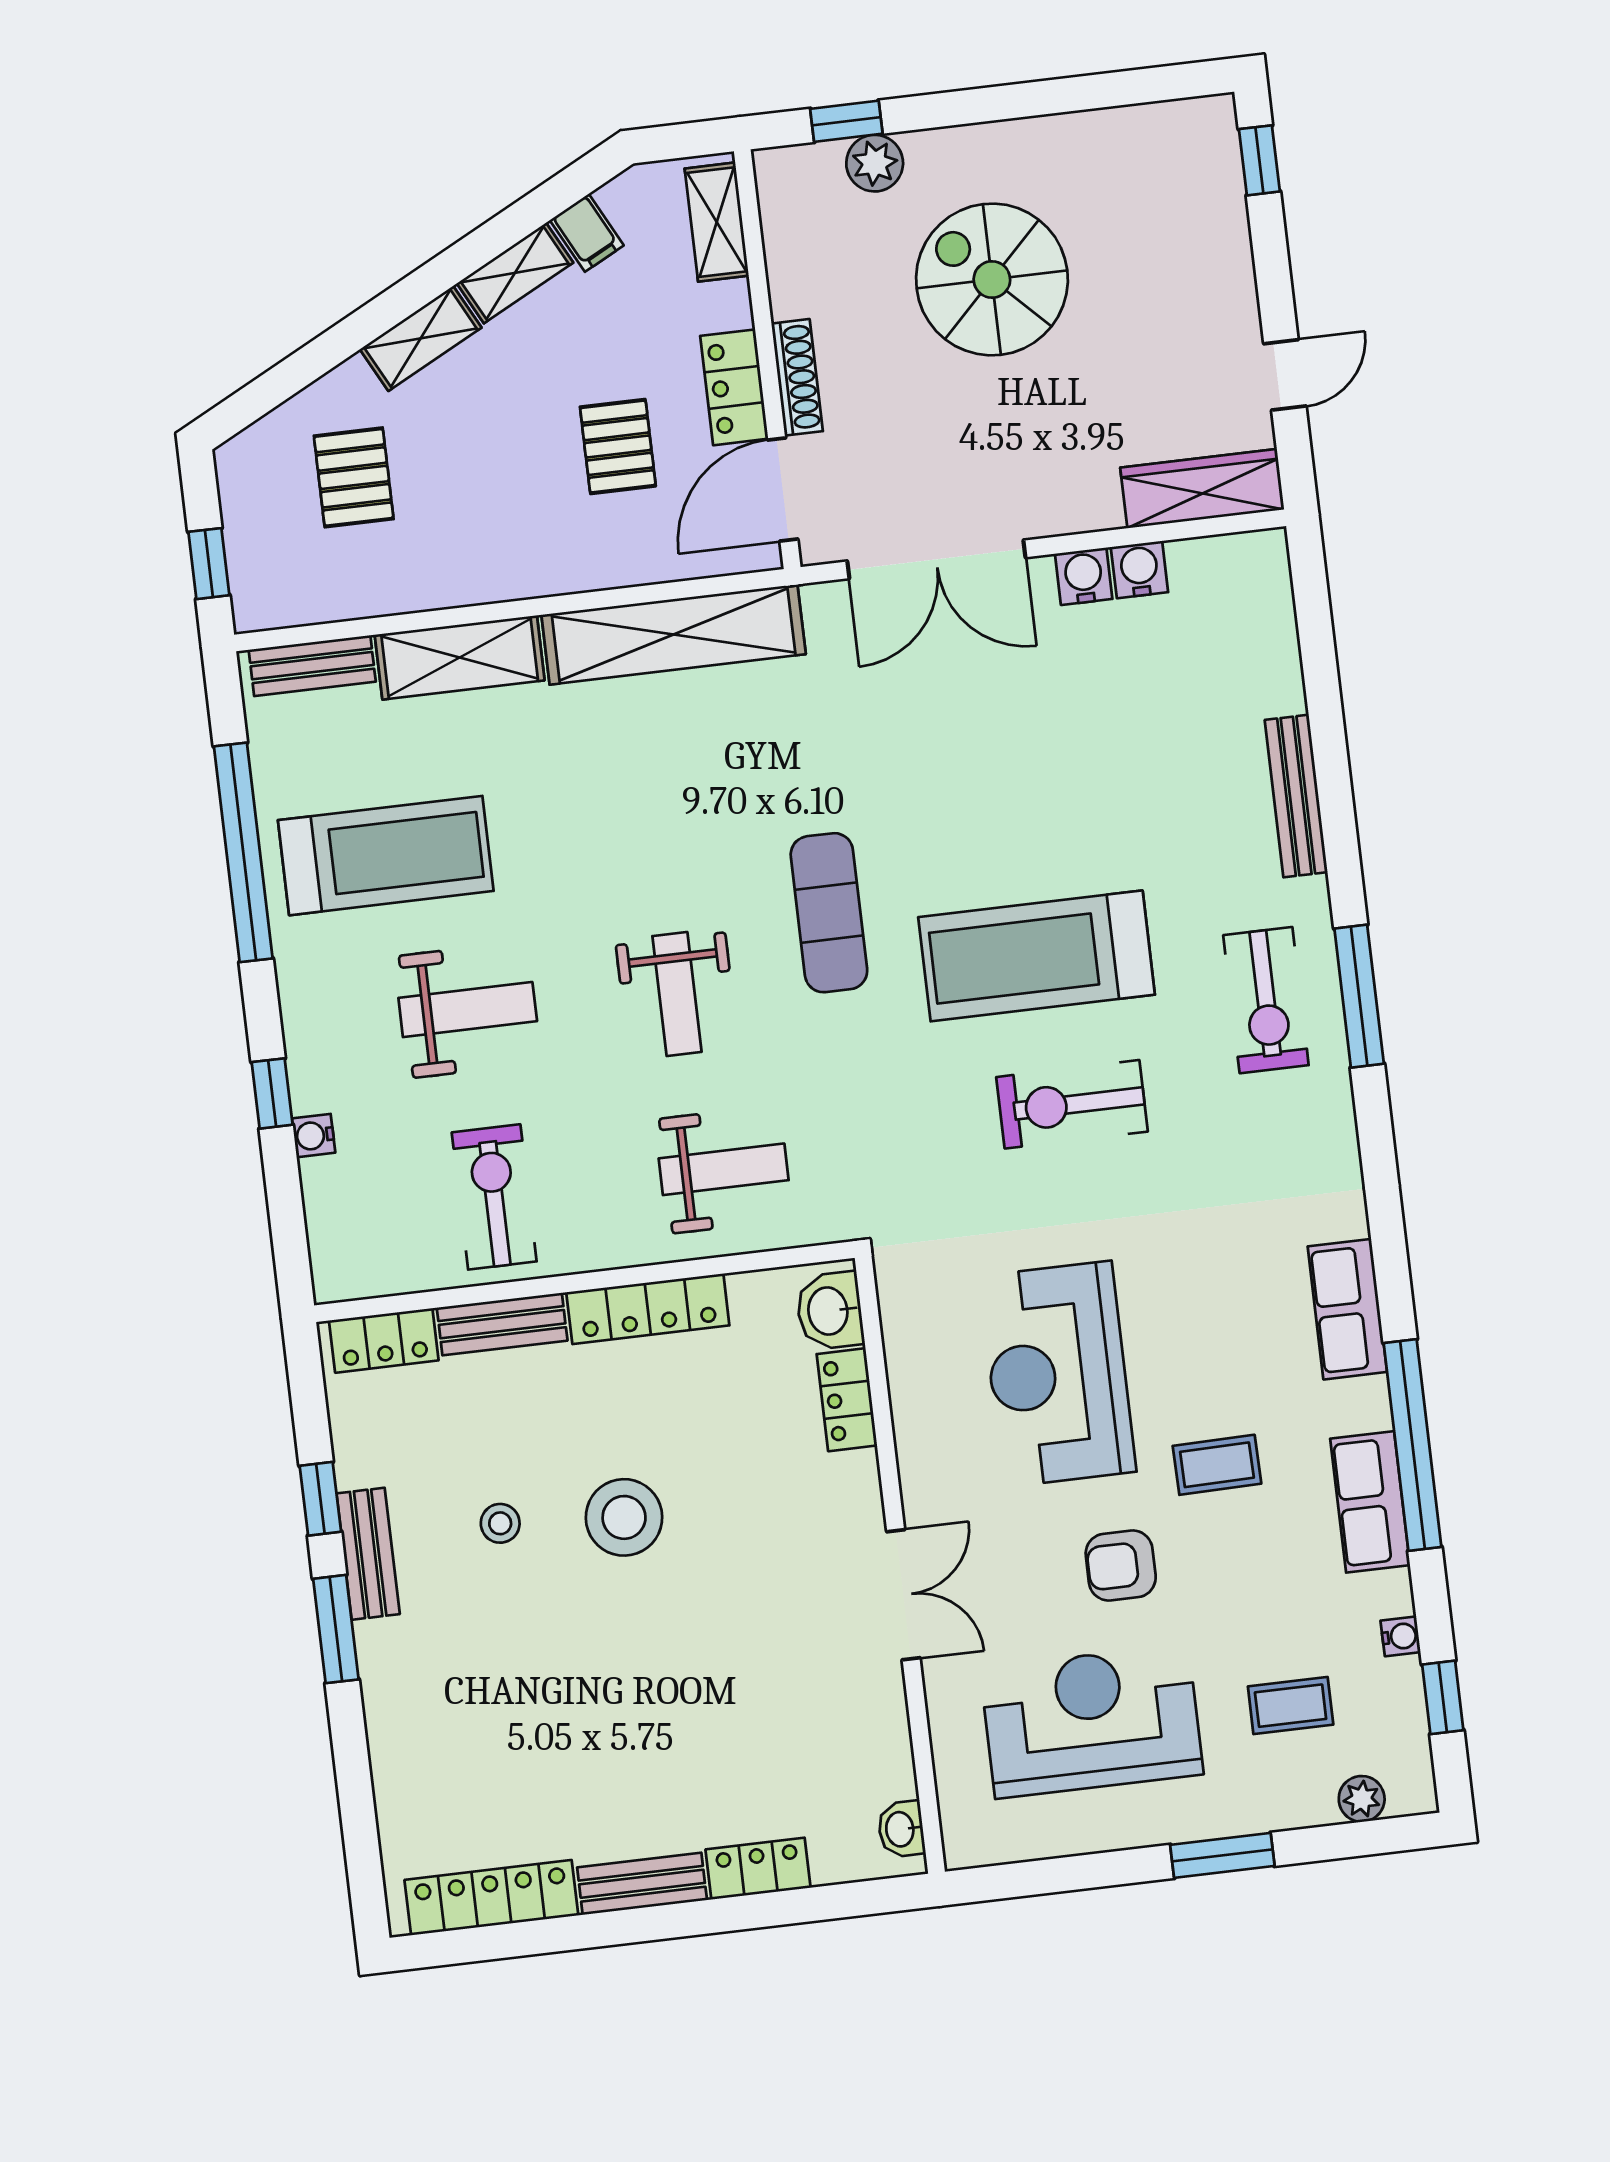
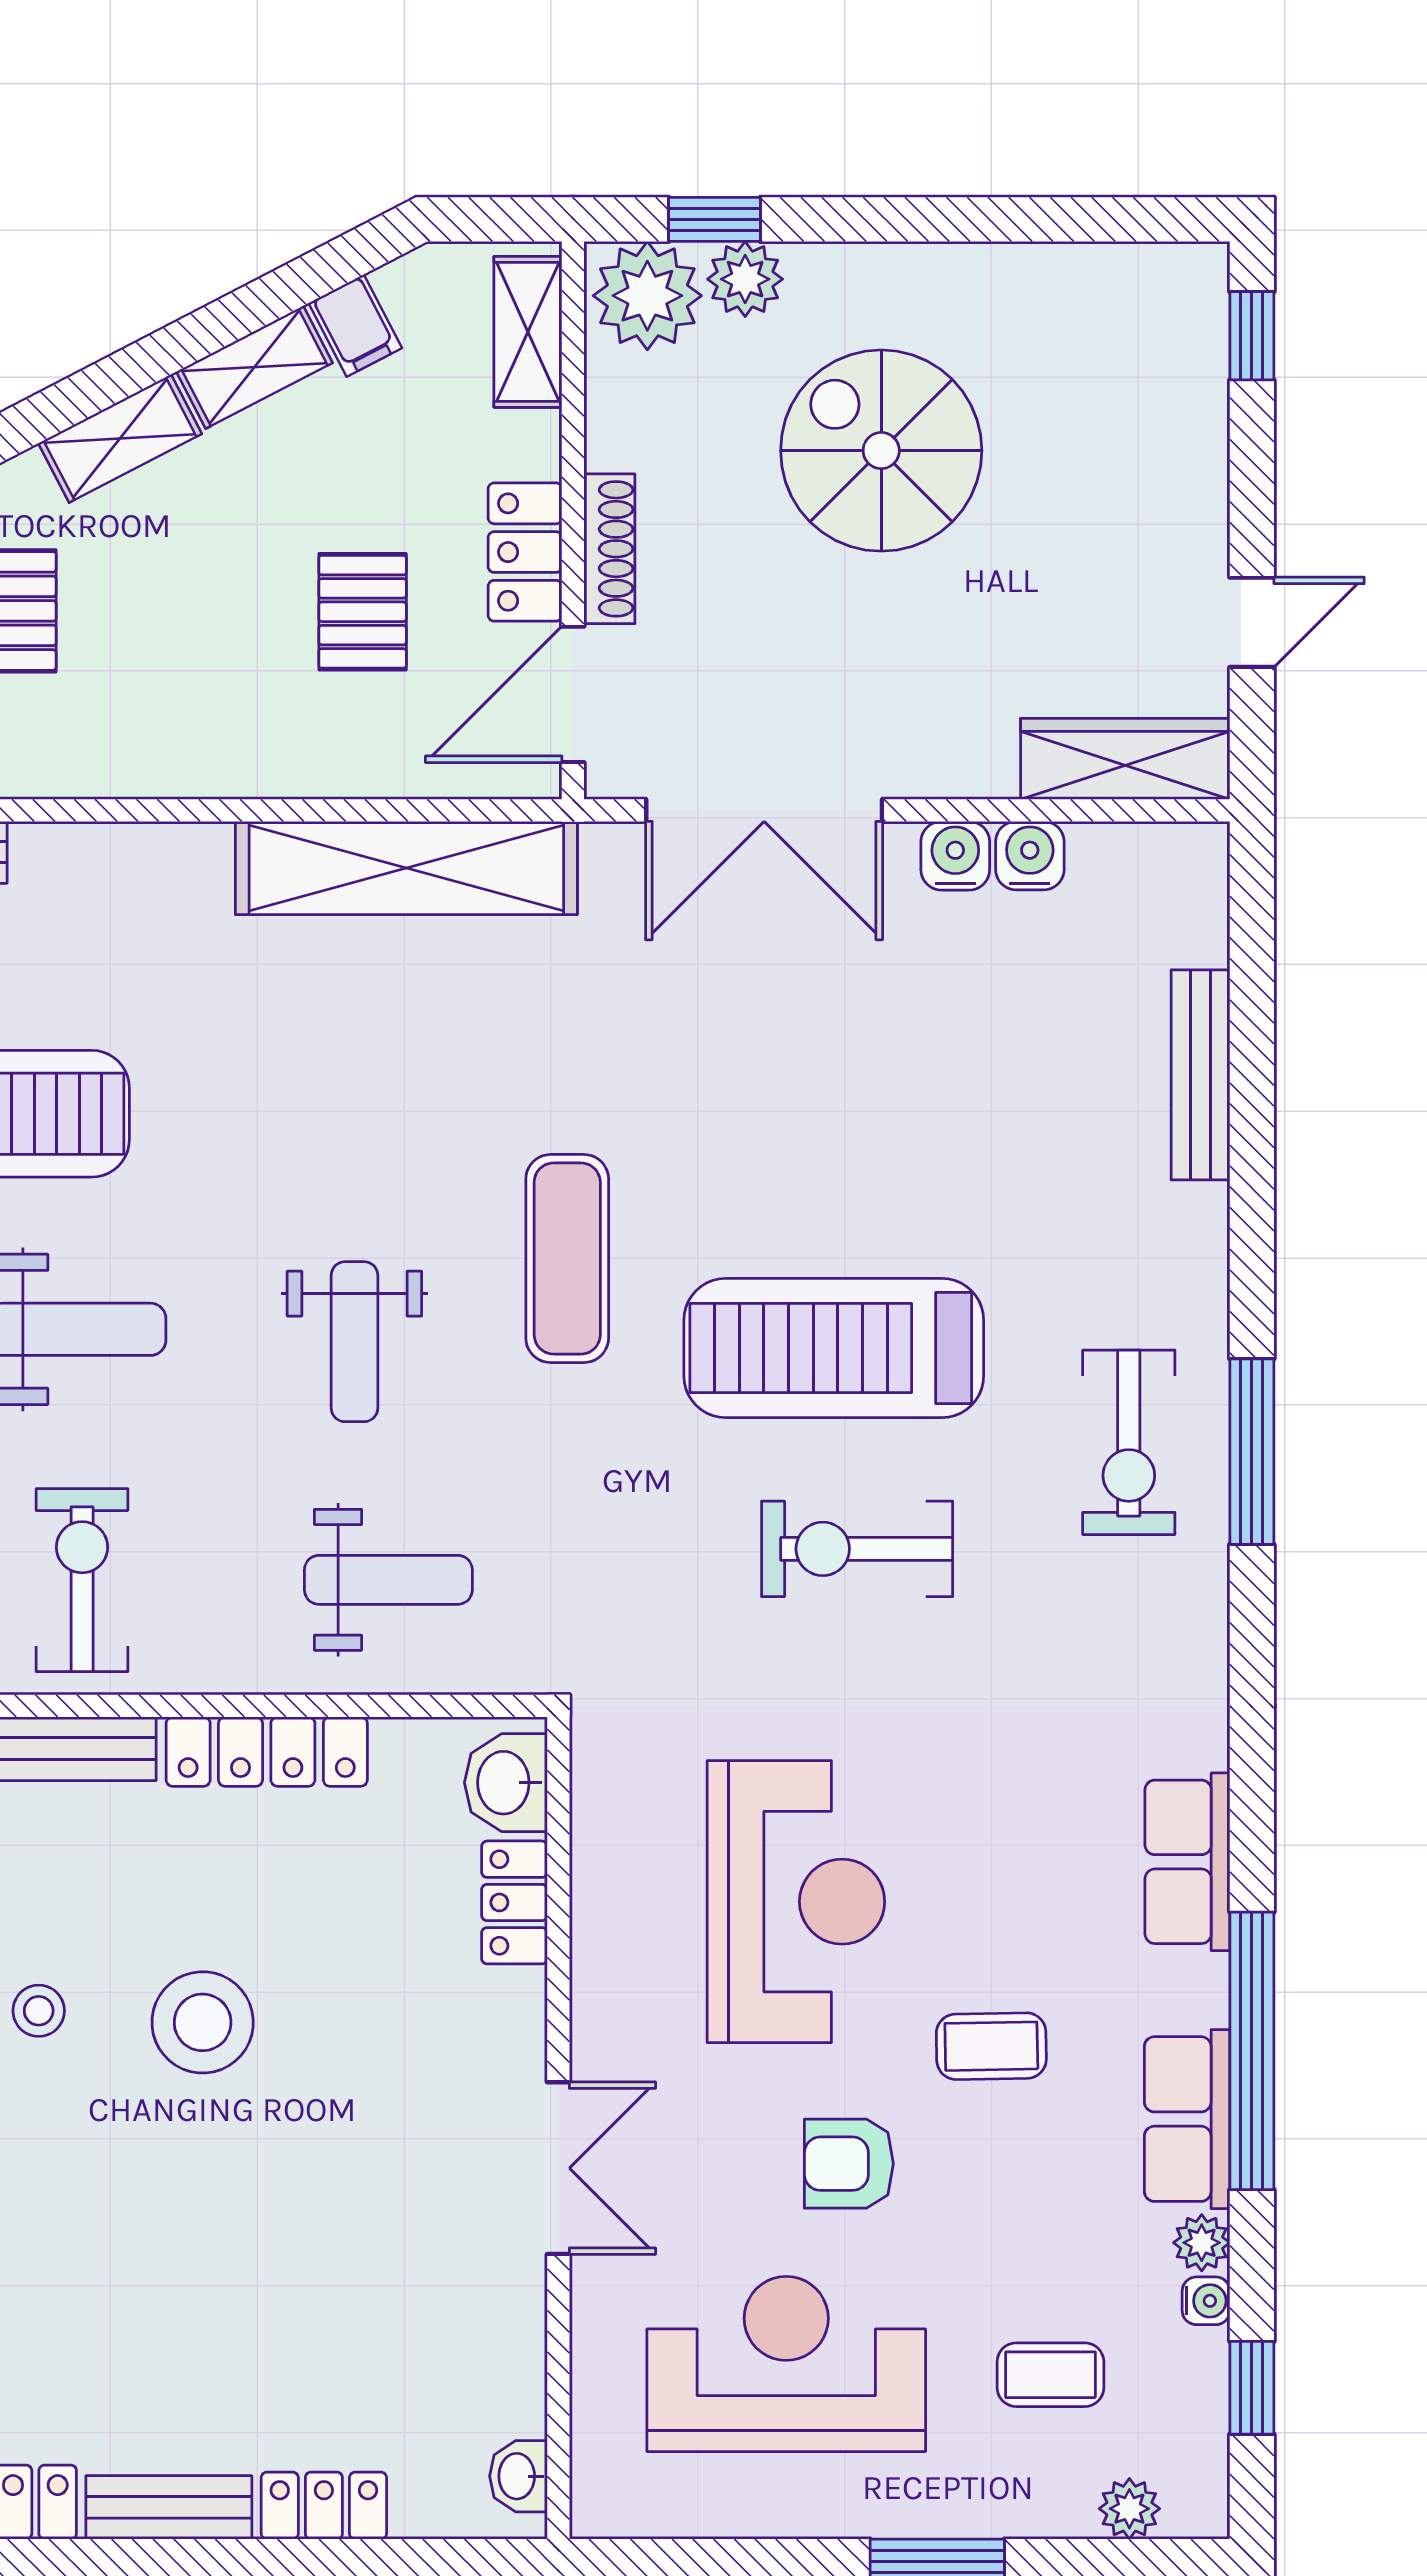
plant: (803, 184) -> (647, 296), added
shelving: (460, 658) -> (121, 865), removed
bench: (1296, 796) -> (1201, 1075), moved
reception desk: (1058, 1374) -> (796, 1902), turned 180
plant: (1392, 1593) -> (1202, 2243), added

